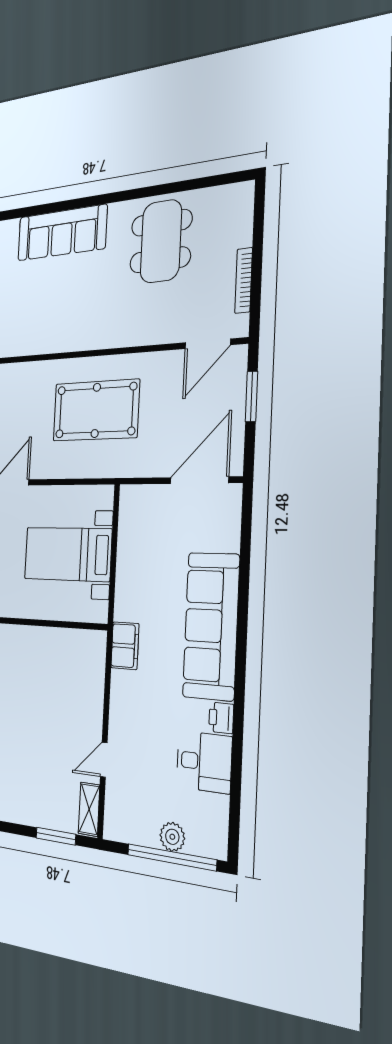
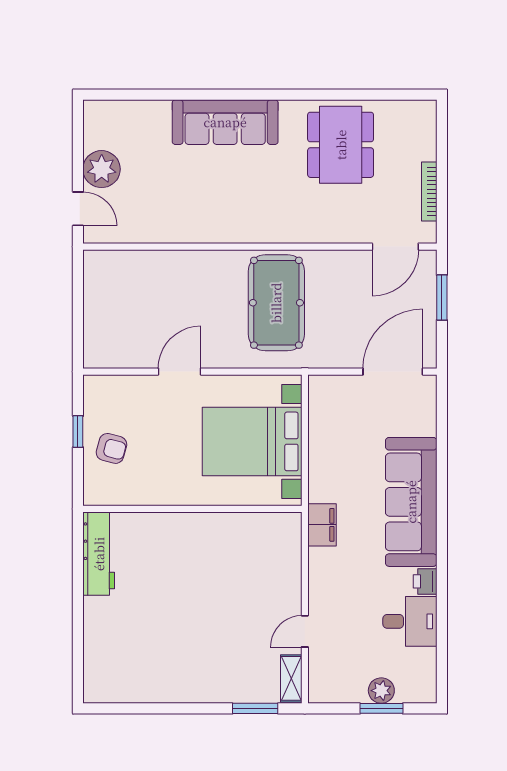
pool table: (96, 410) -> (276, 303), turned 90
bed with nightstands: (68, 554) -> (252, 441), width x1.36
window: (172, 857) -> (381, 708), width x0.47

